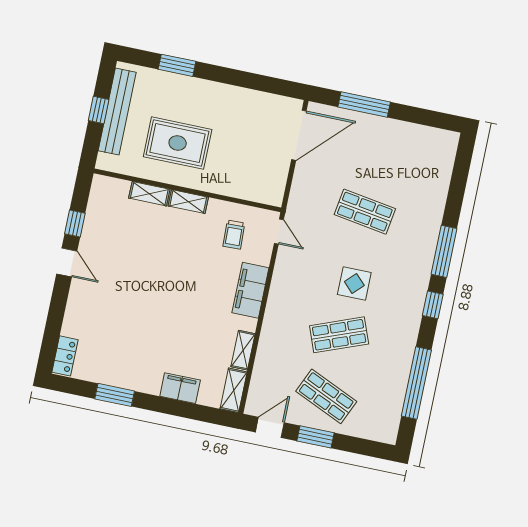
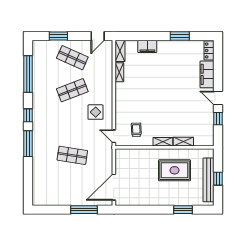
display table: (354, 283) -> (96, 112), moved
filing cabinet: (250, 290) -> (207, 74), moved, turned 180
window: (315, 437) -> (58, 36), moved

